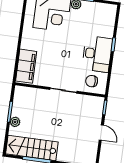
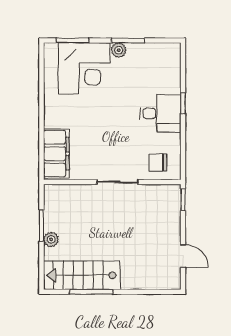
desk: (97, 54) -> (160, 113), width x0.73
door: (101, 132) -> (183, 256), moved

